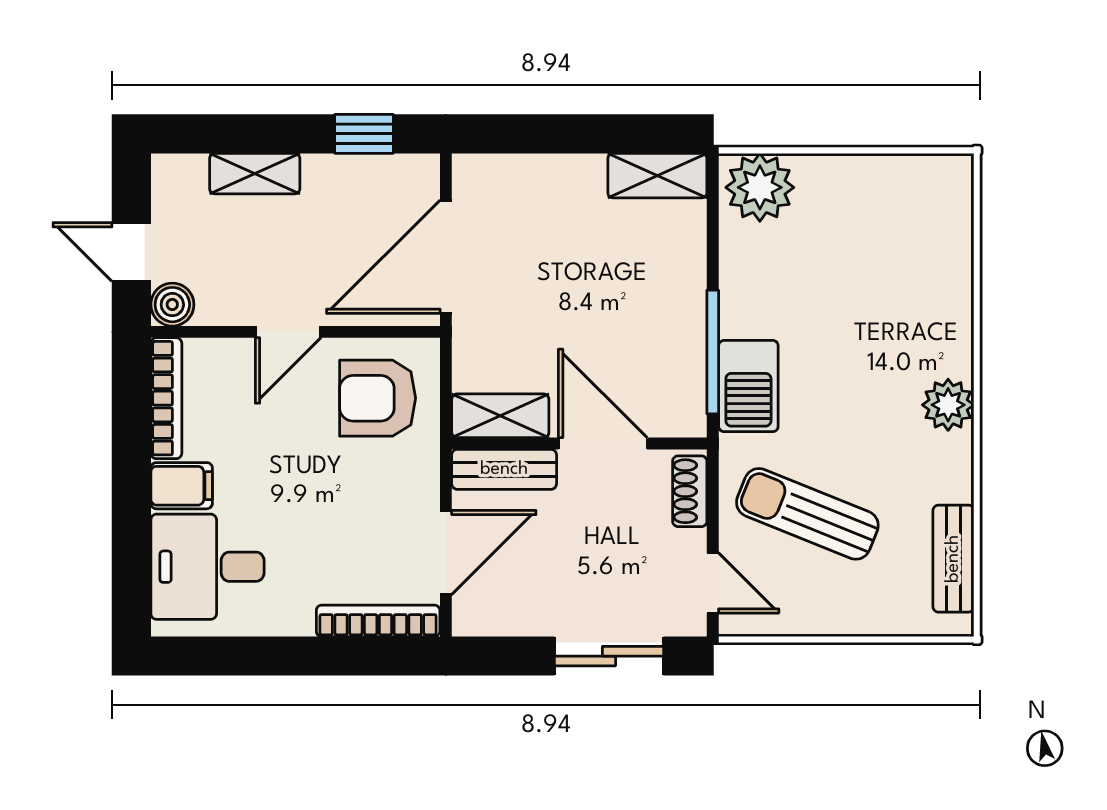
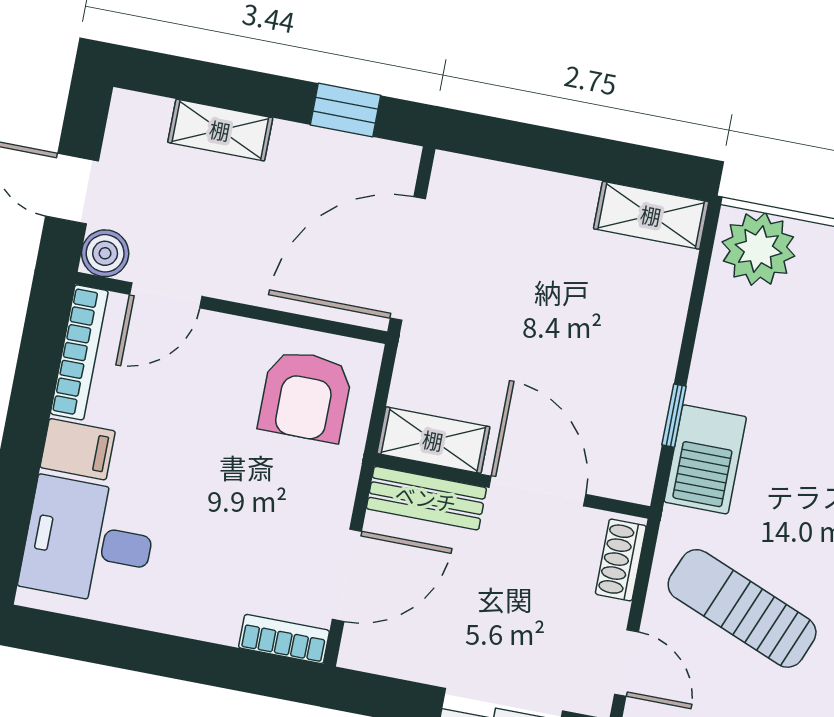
door: (288, 332) -> (166, 295), moved
window: (713, 352) -> (674, 416), width x0.46
armchair: (378, 398) -> (306, 396), turned -90
bookcase: (378, 621) -> (284, 639), width x0.64

